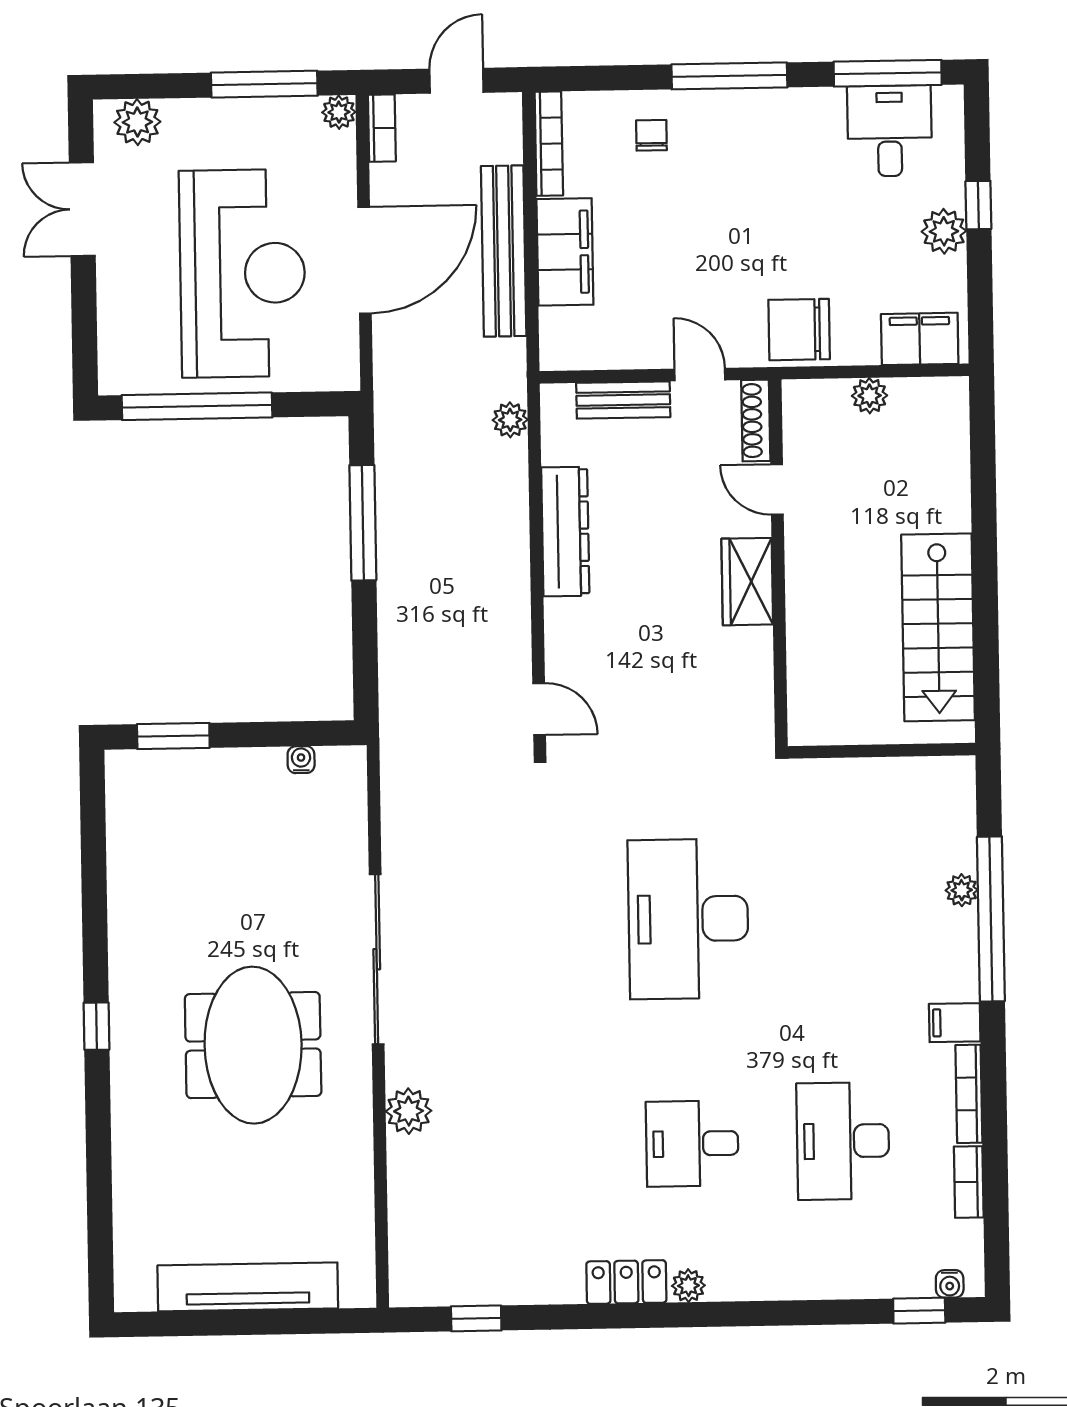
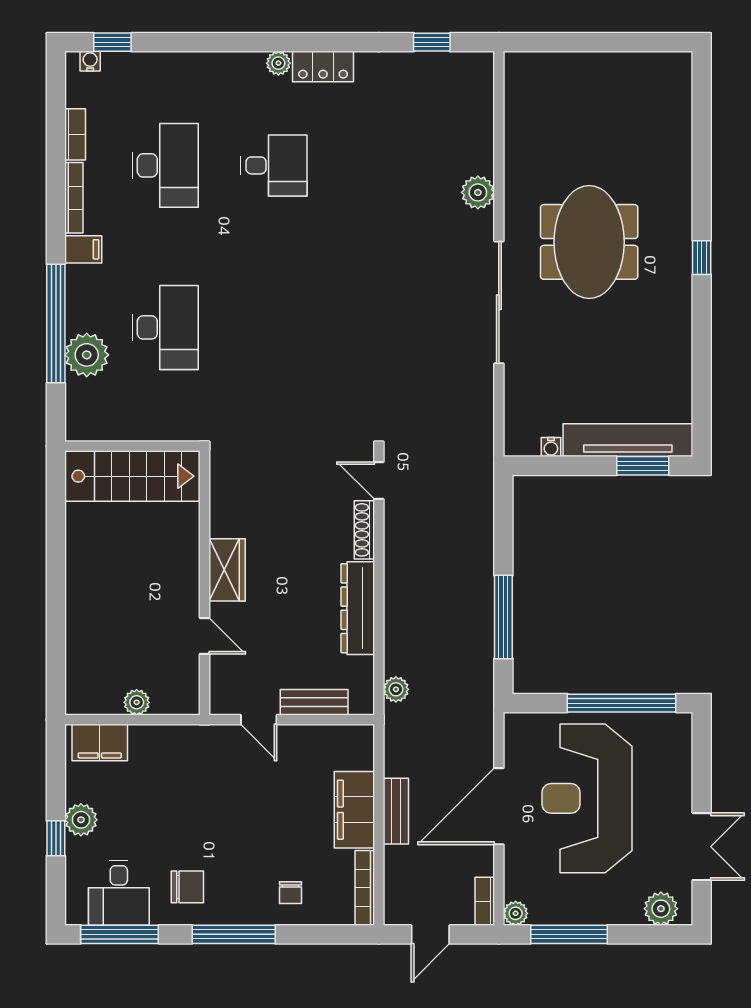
bench: (504, 251) -> (396, 811), width x0.54, depth x0.82
chair: (799, 330) -> (187, 887), moved, width x0.73, depth x0.73
shoe rack: (756, 421) -> (364, 530), moved, turned 180
stairs: (938, 627) -> (132, 476), moved, turned 90
plant: (962, 890) -> (87, 355), width x1.88, depth x1.88
desk: (688, 919) -> (165, 327), moved, width x0.73, depth x0.77
tv unit: (248, 1287) -> (628, 440), moved, turned 180

